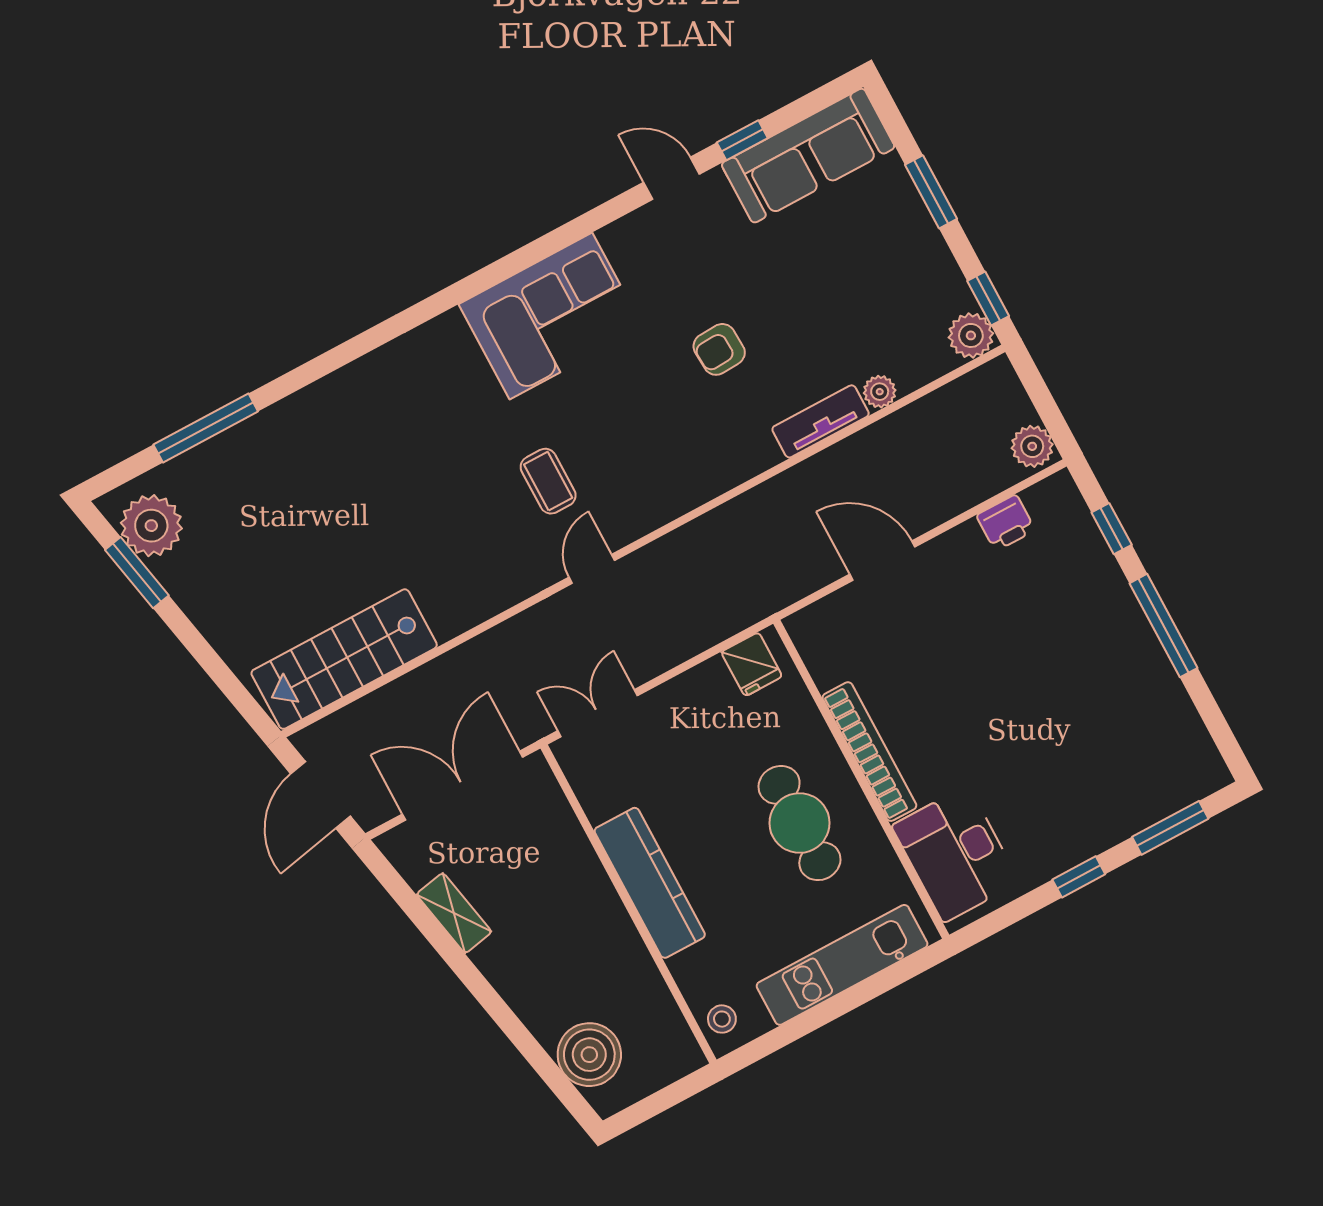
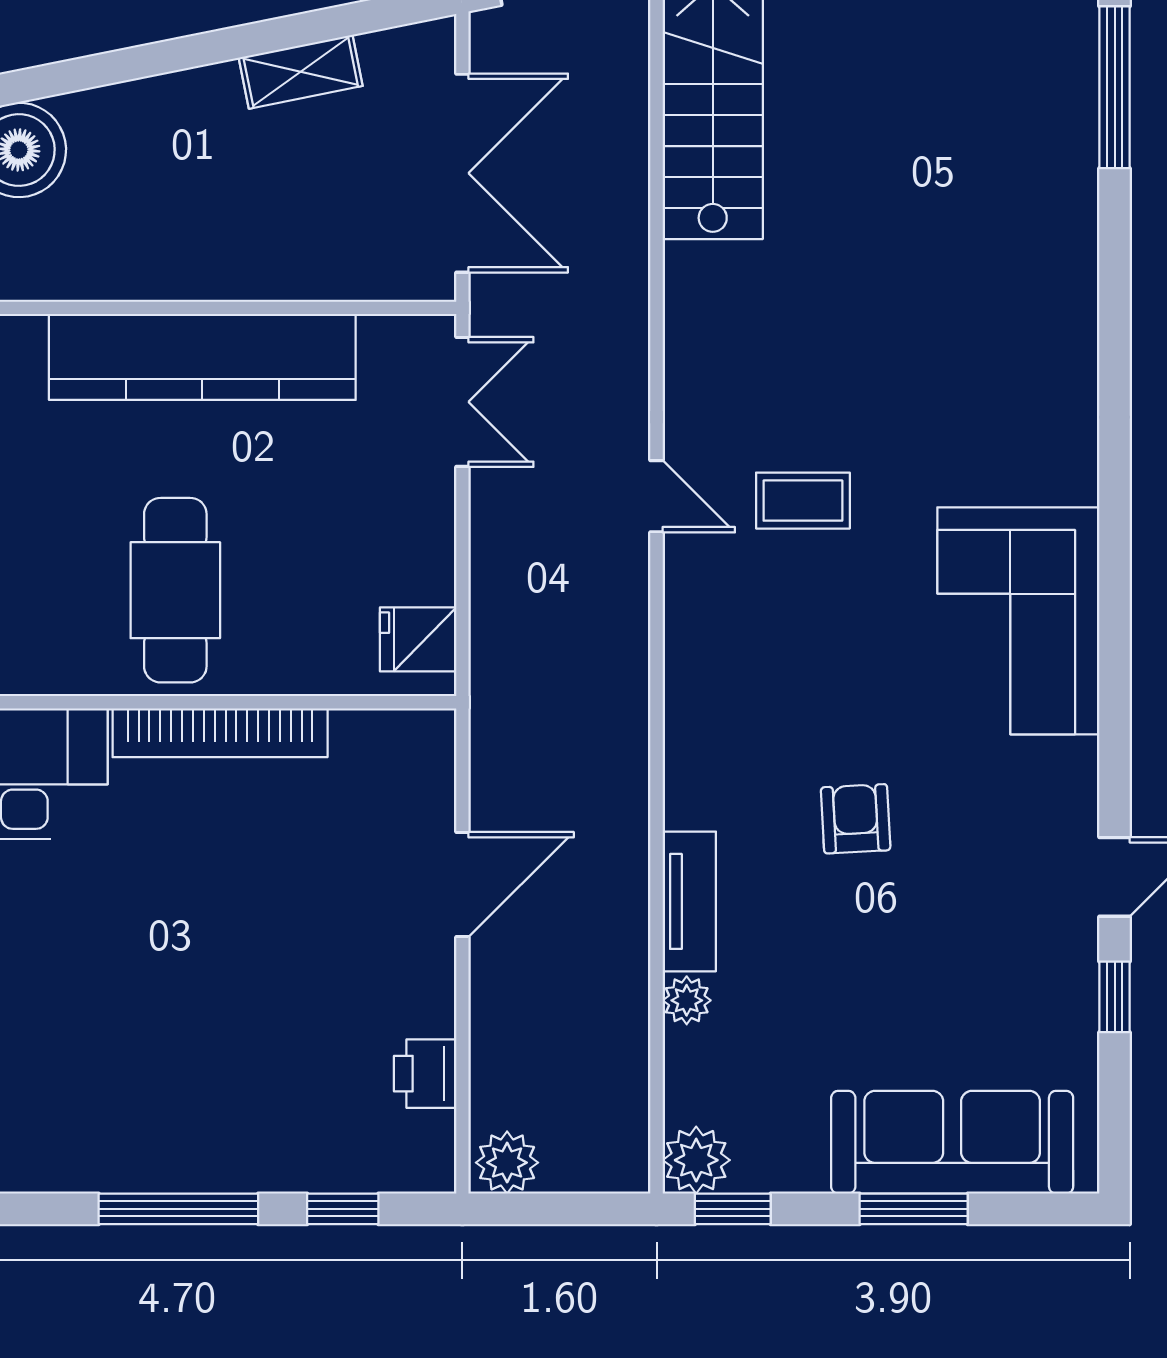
sofa: (808, 156) -> (952, 1142), moved, turned 90
cafe table: (799, 823) -> (175, 590), turned 90
kitchen counter: (650, 883) -> (202, 357), width x1.39, depth x1.17

